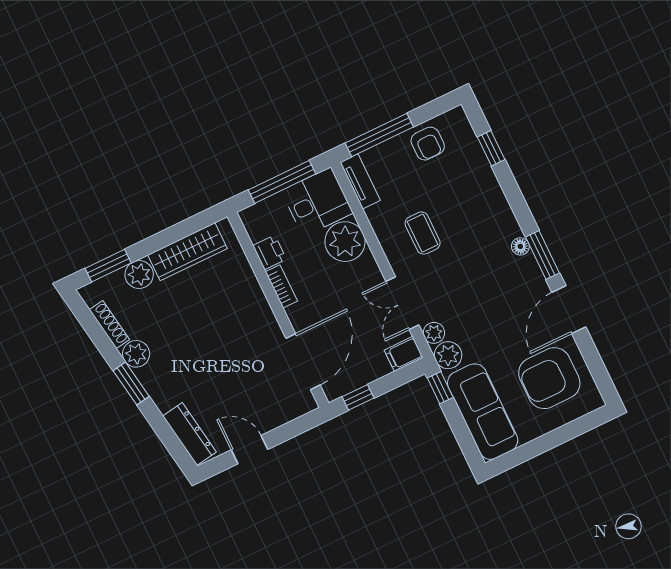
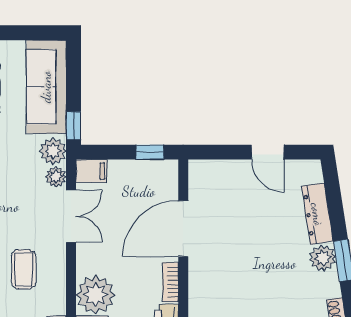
plant: (136, 354) -> (323, 258), moved
door: (303, 362) -> (183, 229), moved
dresser: (190, 434) -> (317, 214), moved

